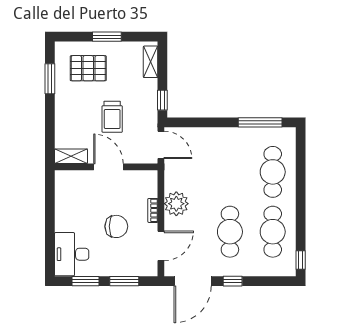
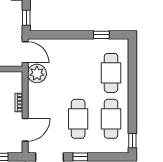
window: (260, 122) -> (101, 35), width x0.46
plant: (176, 204) -> (37, 73), moved

